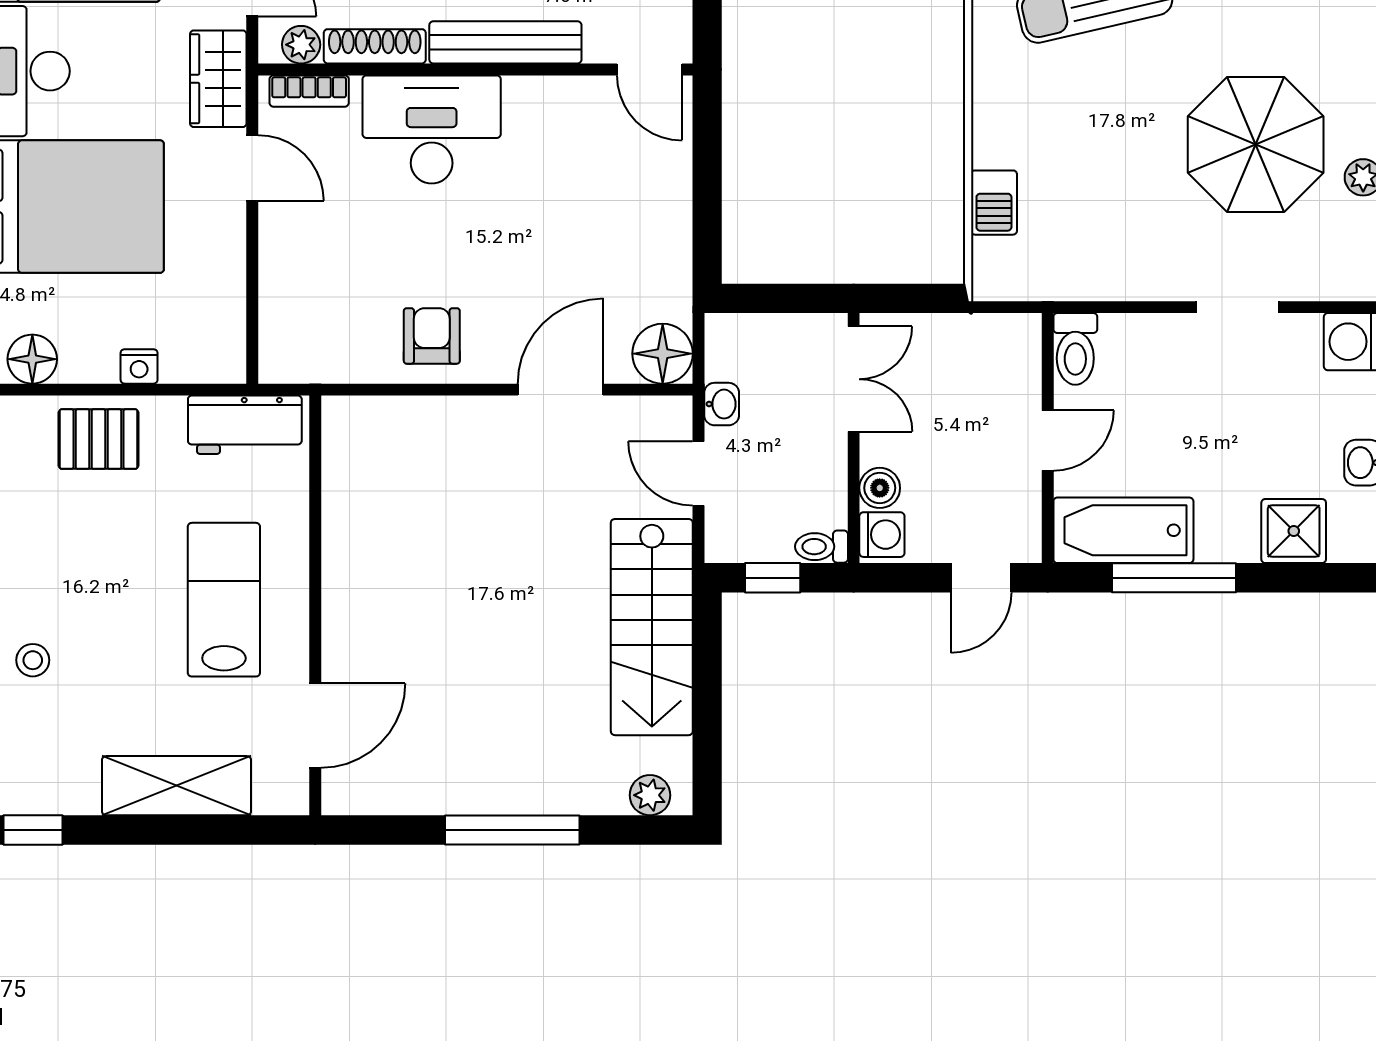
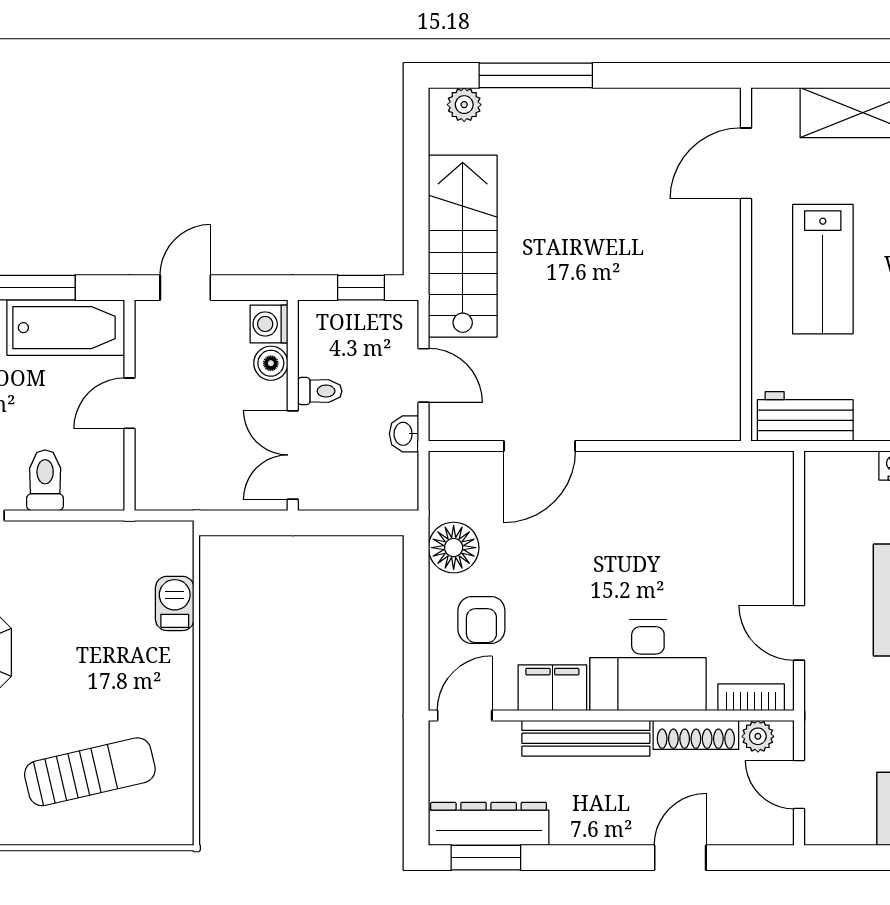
door: (649, 69) -> (465, 715), hinge flipped
wardrobe: (218, 79) -> (828, 708), removed
filing cabinet: (545, 102) -> (552, 688), added
armchair: (432, 336) -> (481, 620), moved
toilet: (1075, 349) -> (45, 480), moved
floor lamp: (663, 354) -> (454, 548), moved
toilet: (822, 547) -> (320, 391), moved
window: (512, 830) -> (536, 75), moved

